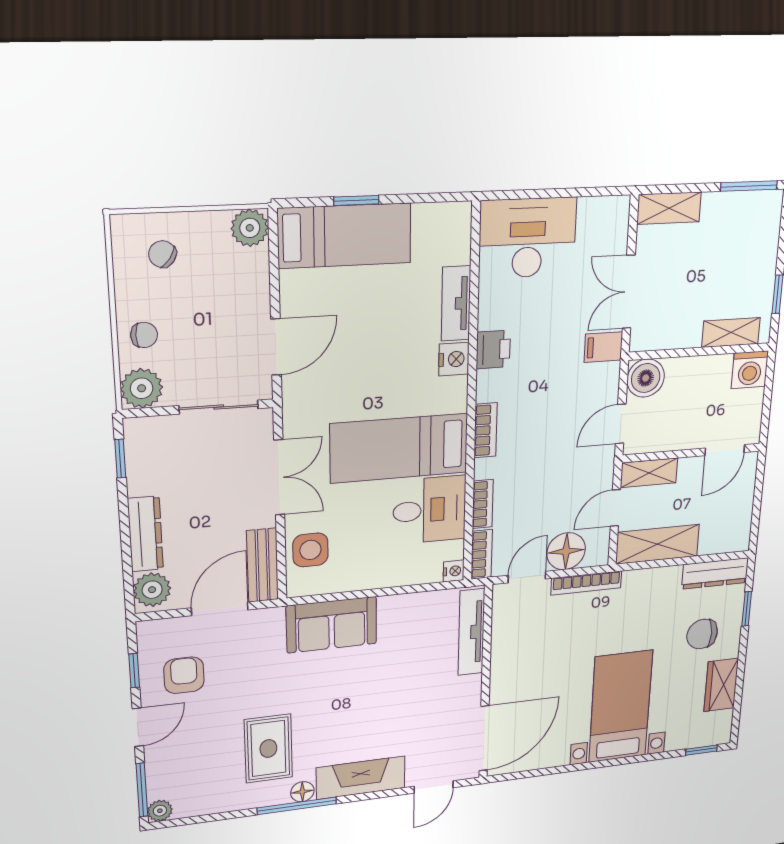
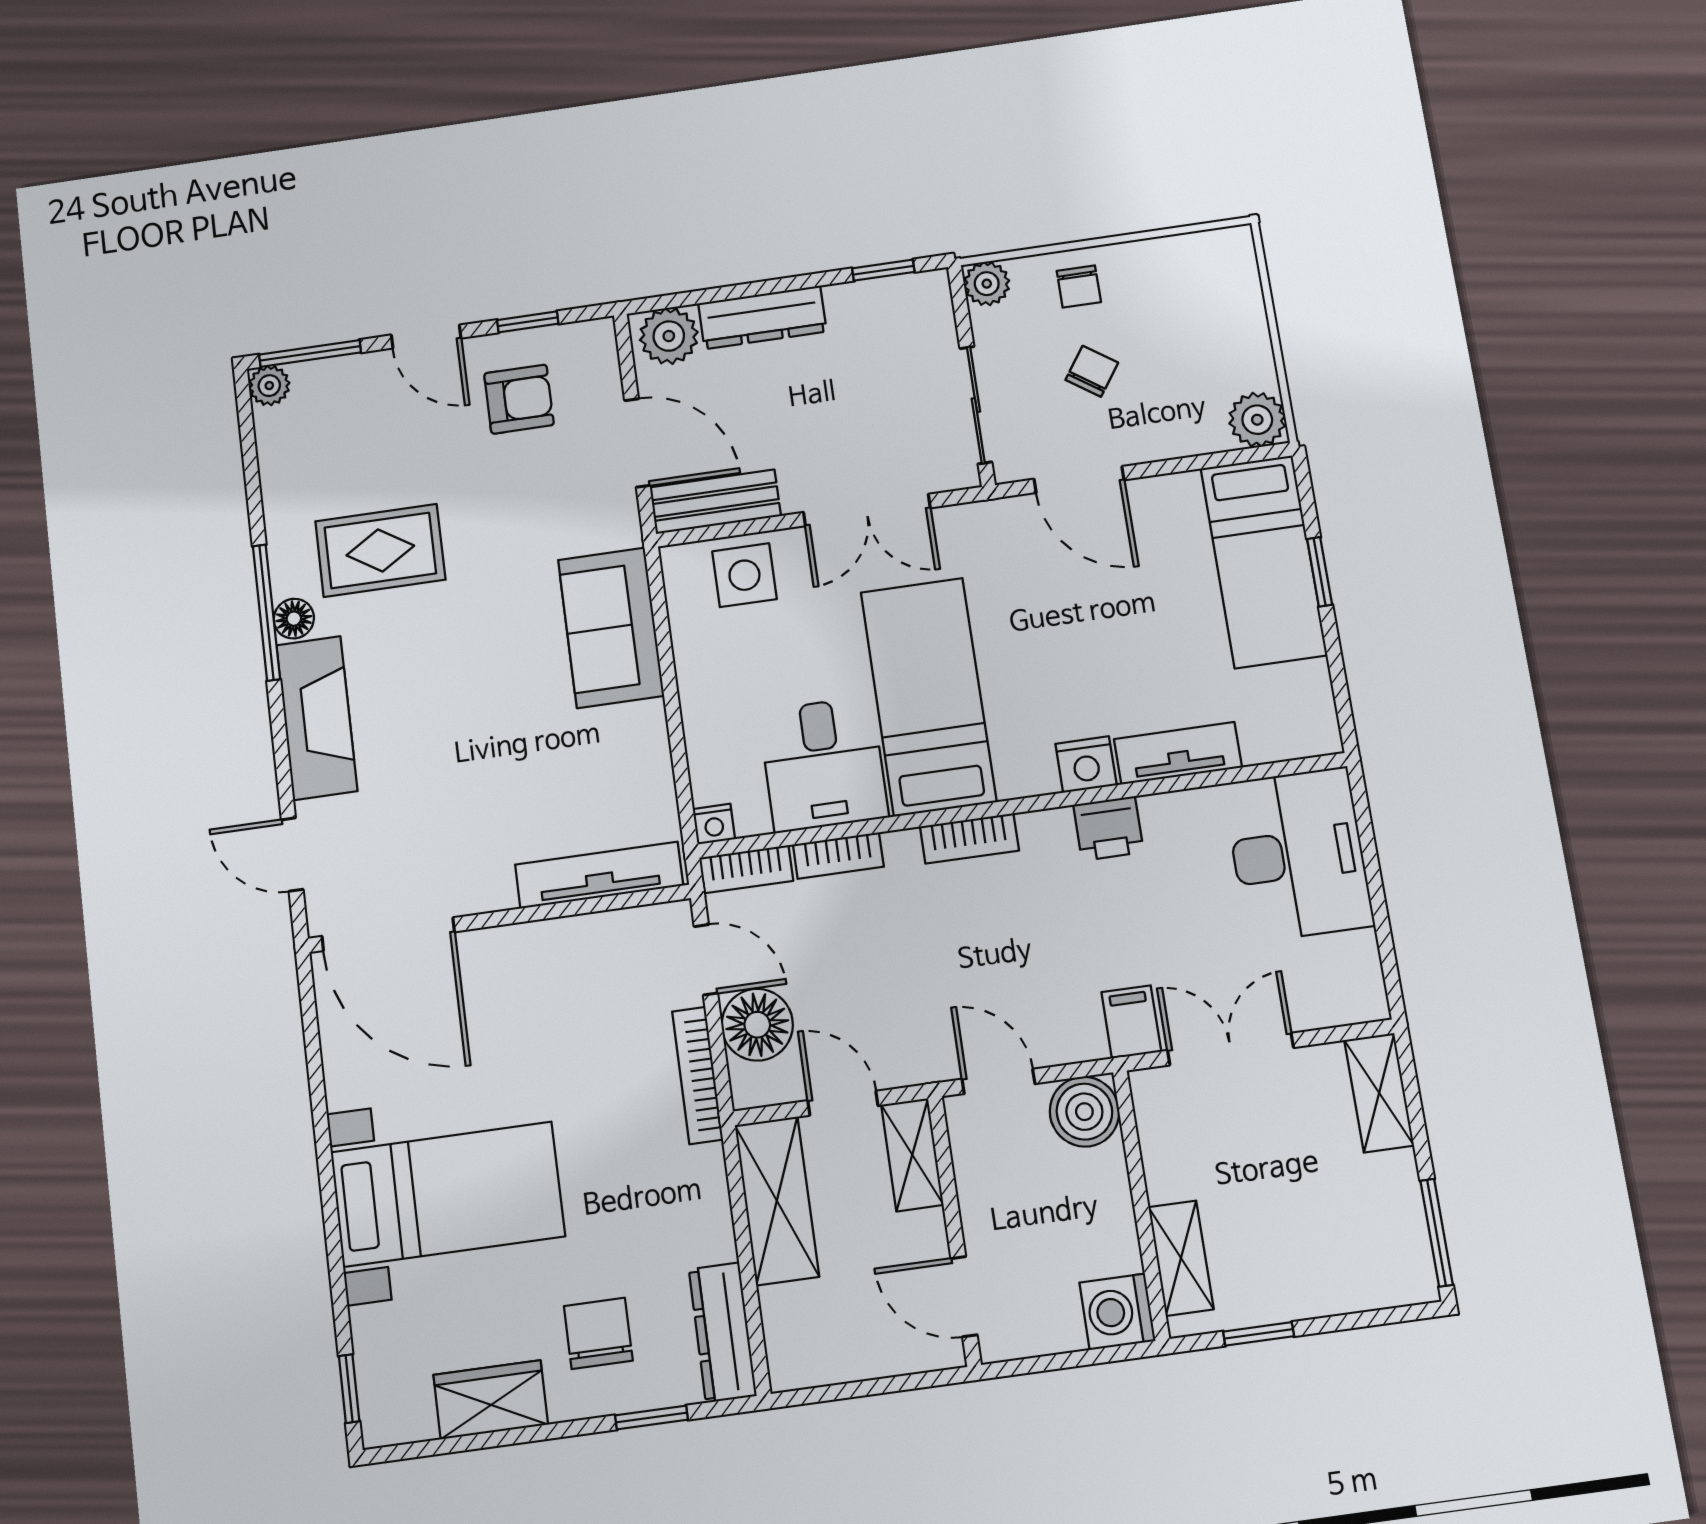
chair: (162, 254) -> (1092, 371), moved
plant: (142, 388) -> (987, 284), width x0.73, depth x0.73

